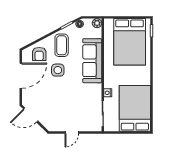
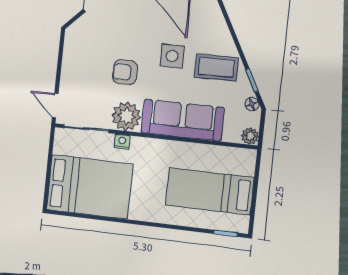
bed: (130, 42) -> (210, 191), width x0.67
armchair: (39, 54) -> (125, 72), moved
plant: (93, 92) -> (126, 116), added
door: (72, 133) -> (55, 106), moved

